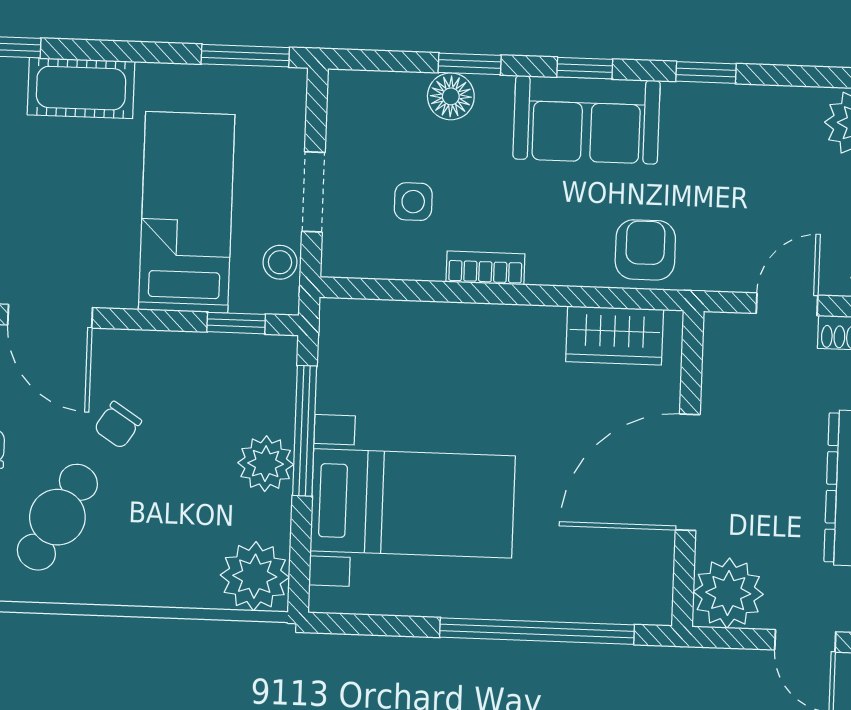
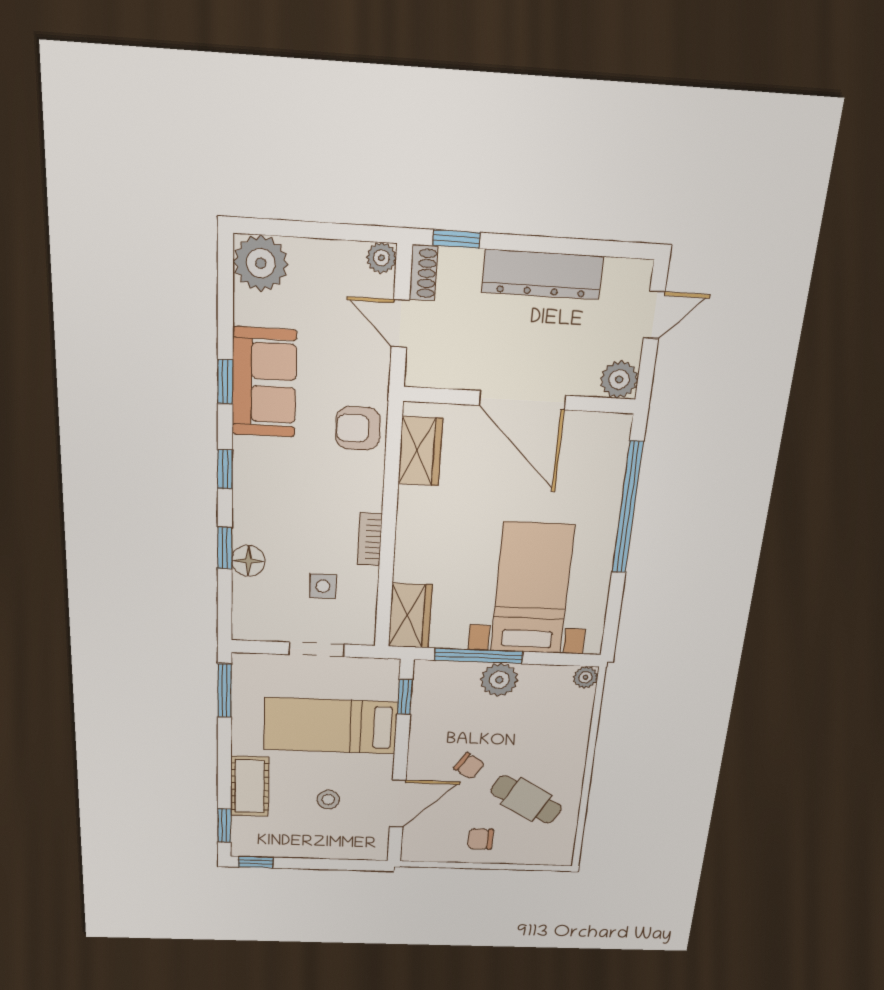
sofa: (587, 120) -> (264, 383), moved
stool: (280, 262) -> (328, 799), moved
wardrobe: (368, 328) -> (410, 616), added
plant: (255, 576) -> (585, 677), width x0.53, depth x0.53
plant: (728, 593) -> (619, 380), width x0.73, depth x0.73

